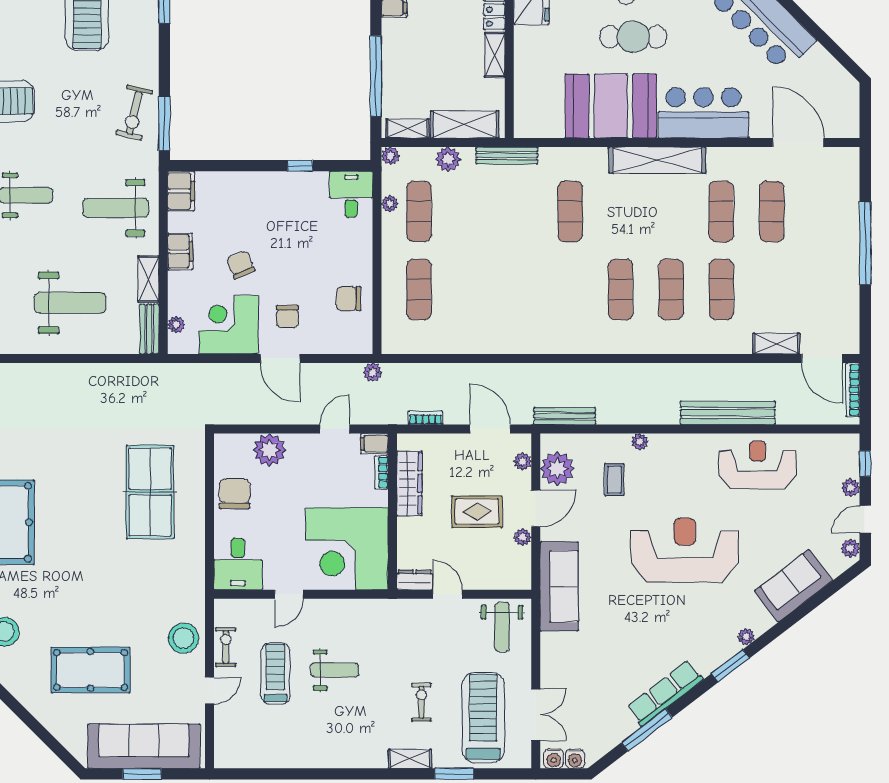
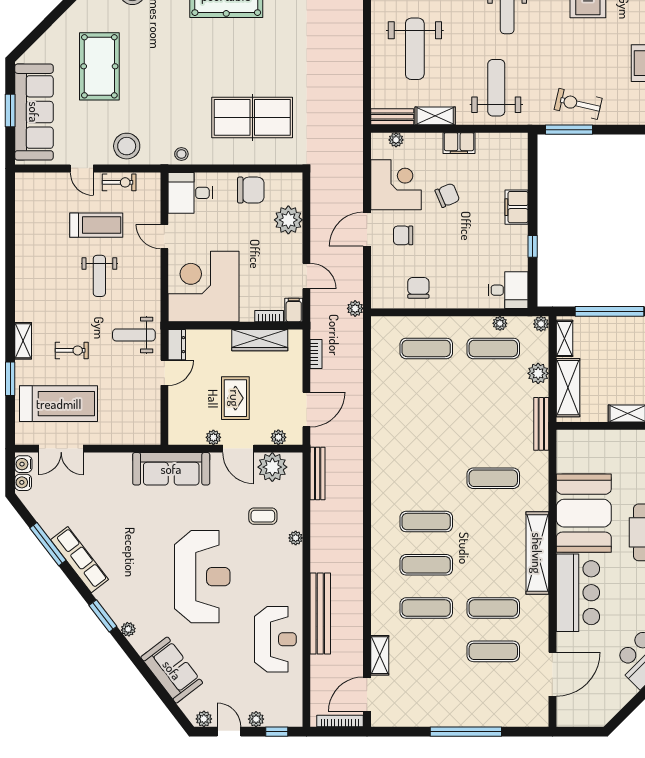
filing cabinet: (181, 191) -> (516, 207), moved, turned 90
stool: (193, 574) -> (181, 154), added
weight bench: (502, 627) -> (134, 335), moved

